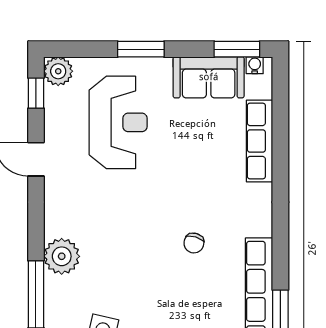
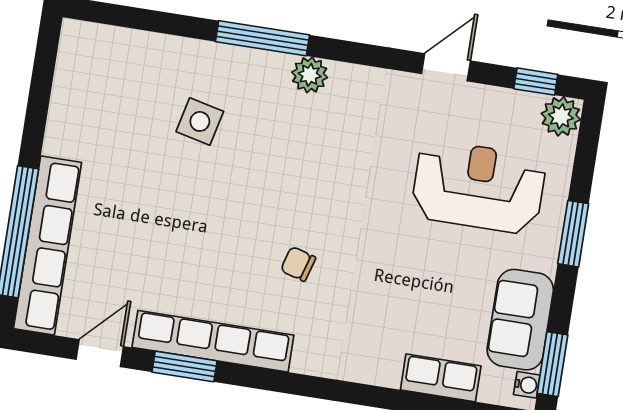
reception desk: (118, 122) -> (478, 187), turned 180
row of seats: (259, 141) -> (441, 378), width x0.68
plant: (62, 256) -> (310, 75), width x0.73, depth x0.73

